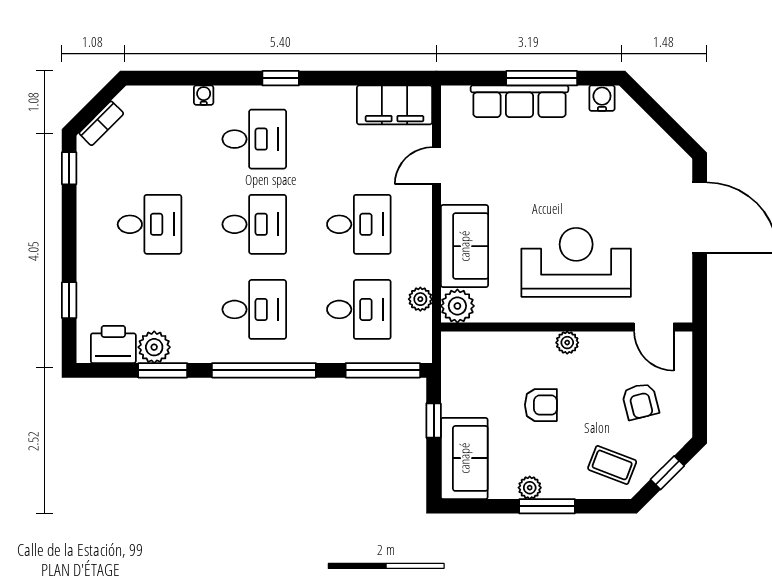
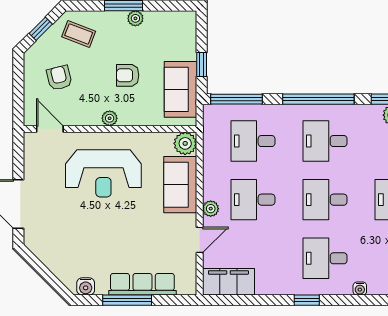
plant: (420, 299) -> (211, 209), moved
sofa: (464, 458) -> (180, 89), moved

